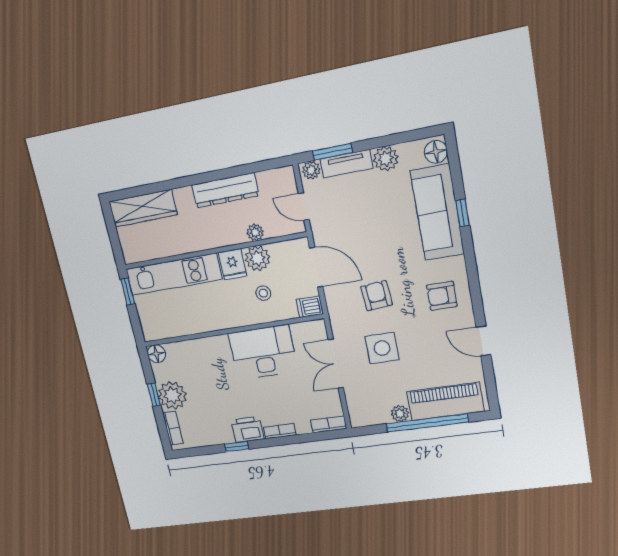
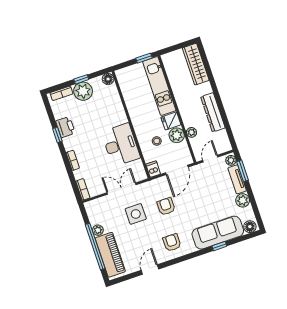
armchair: (377, 296) -> (166, 206), turned -85
printer: (247, 430) -> (65, 127), moved

